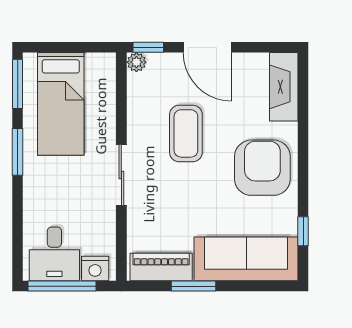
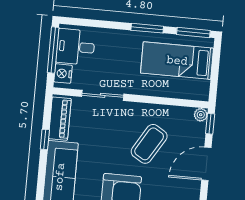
coffee table: (186, 133) -> (149, 144), turned -59
sliding door: (121, 175) -> (103, 95), moved
window: (193, 286) -> (45, 139), width x0.67

